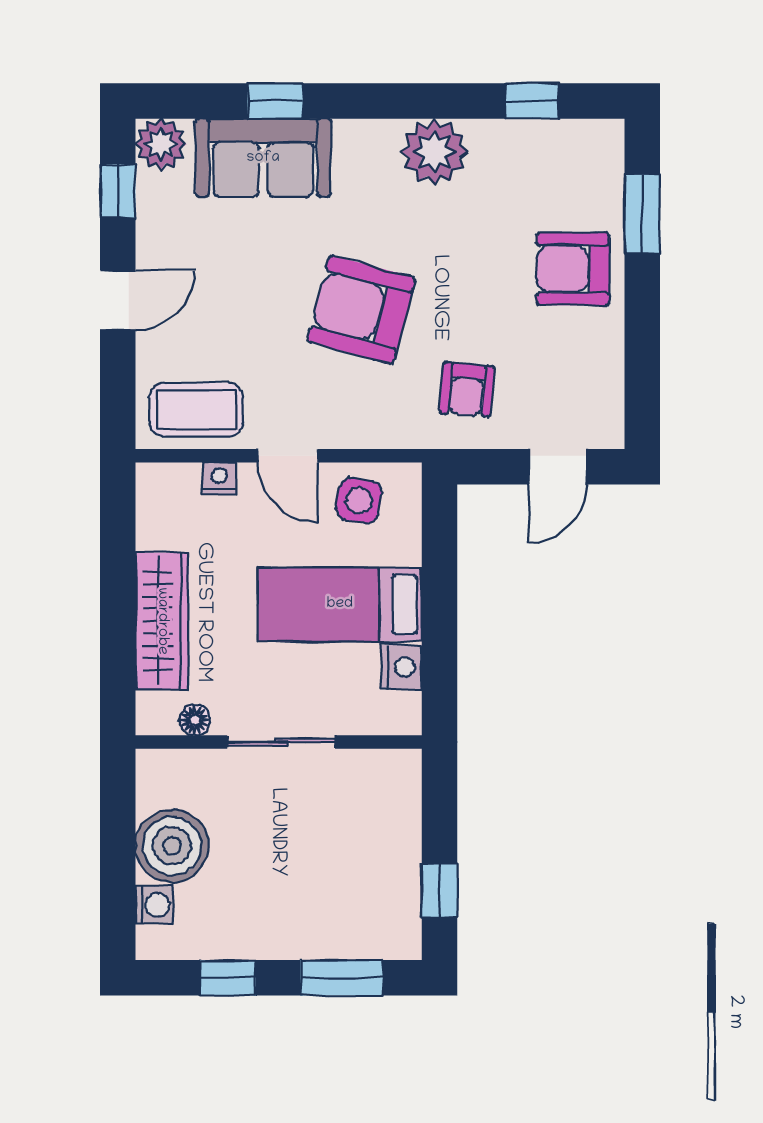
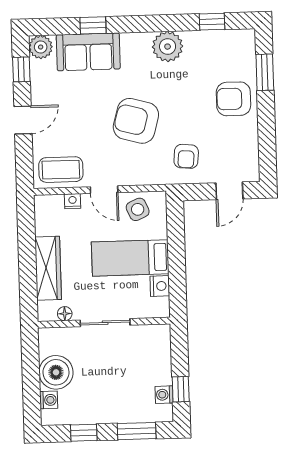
side table: (359, 500) -> (138, 209), turned -34
washing machine: (403, 901) -> (164, 395), added

